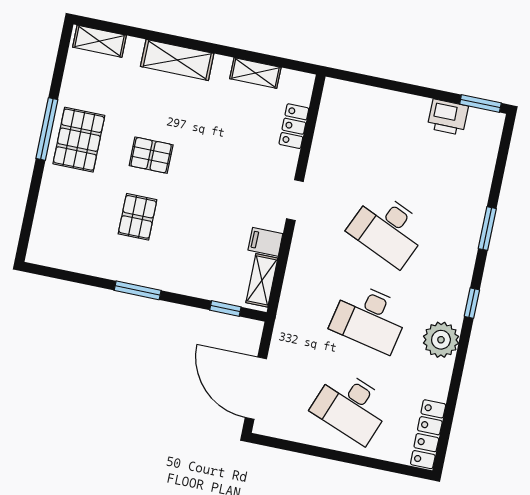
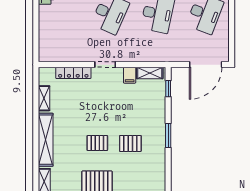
shelving: (177, 60) -> (46, 140), width x1.47
locker: (294, 126) -> (73, 73), width x1.53
pallet: (151, 155) -> (97, 143), turned 90

